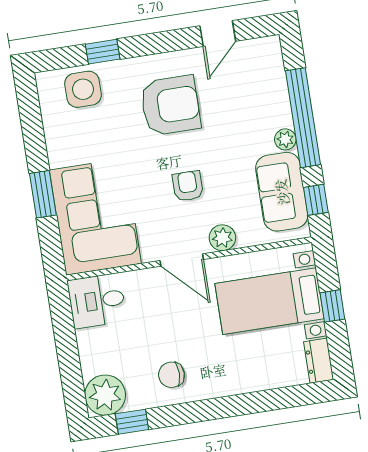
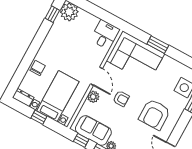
door: (182, 260) -> (96, 76), swing flipped
chair: (171, 375) -> (38, 68), moved

